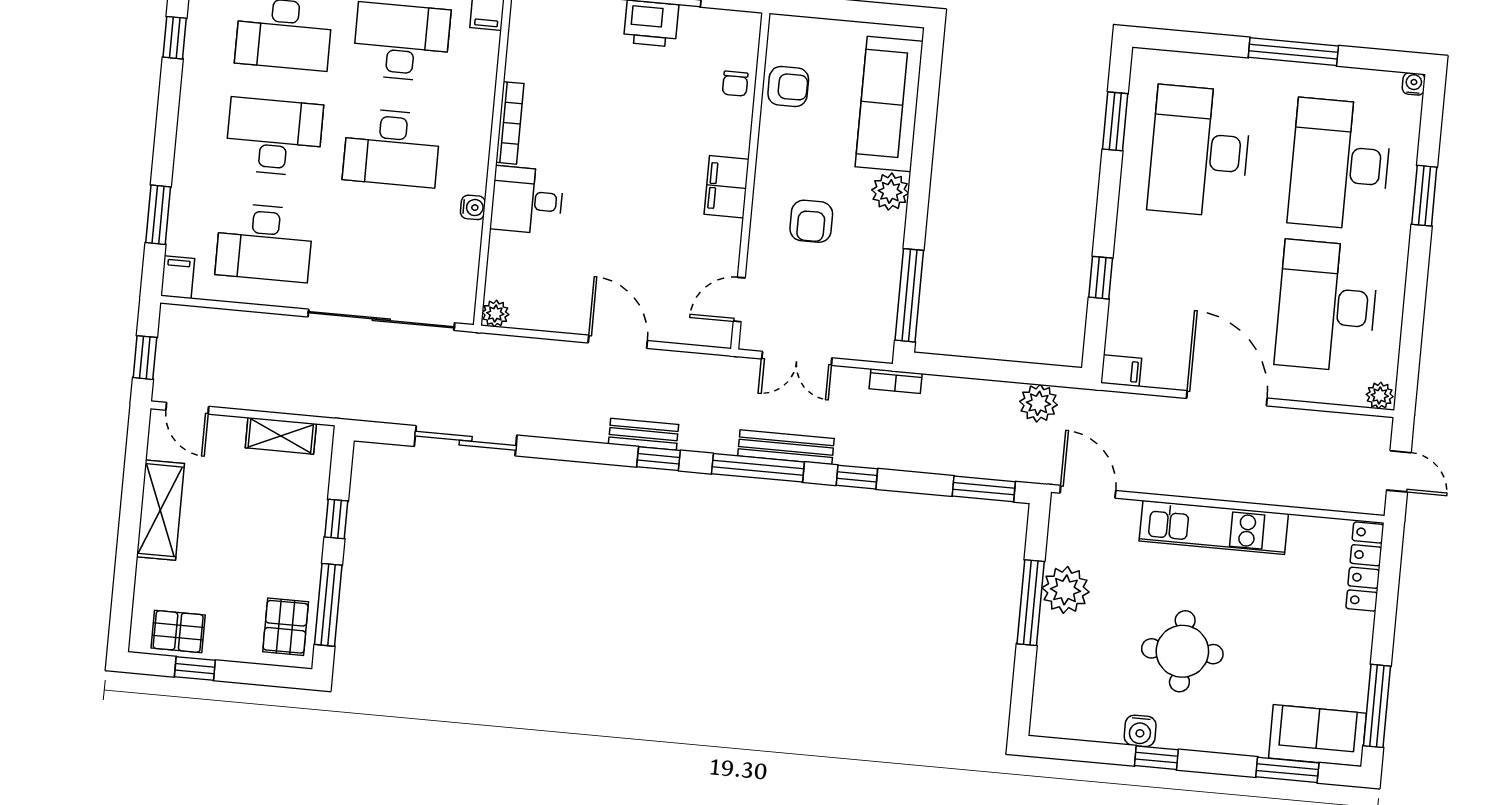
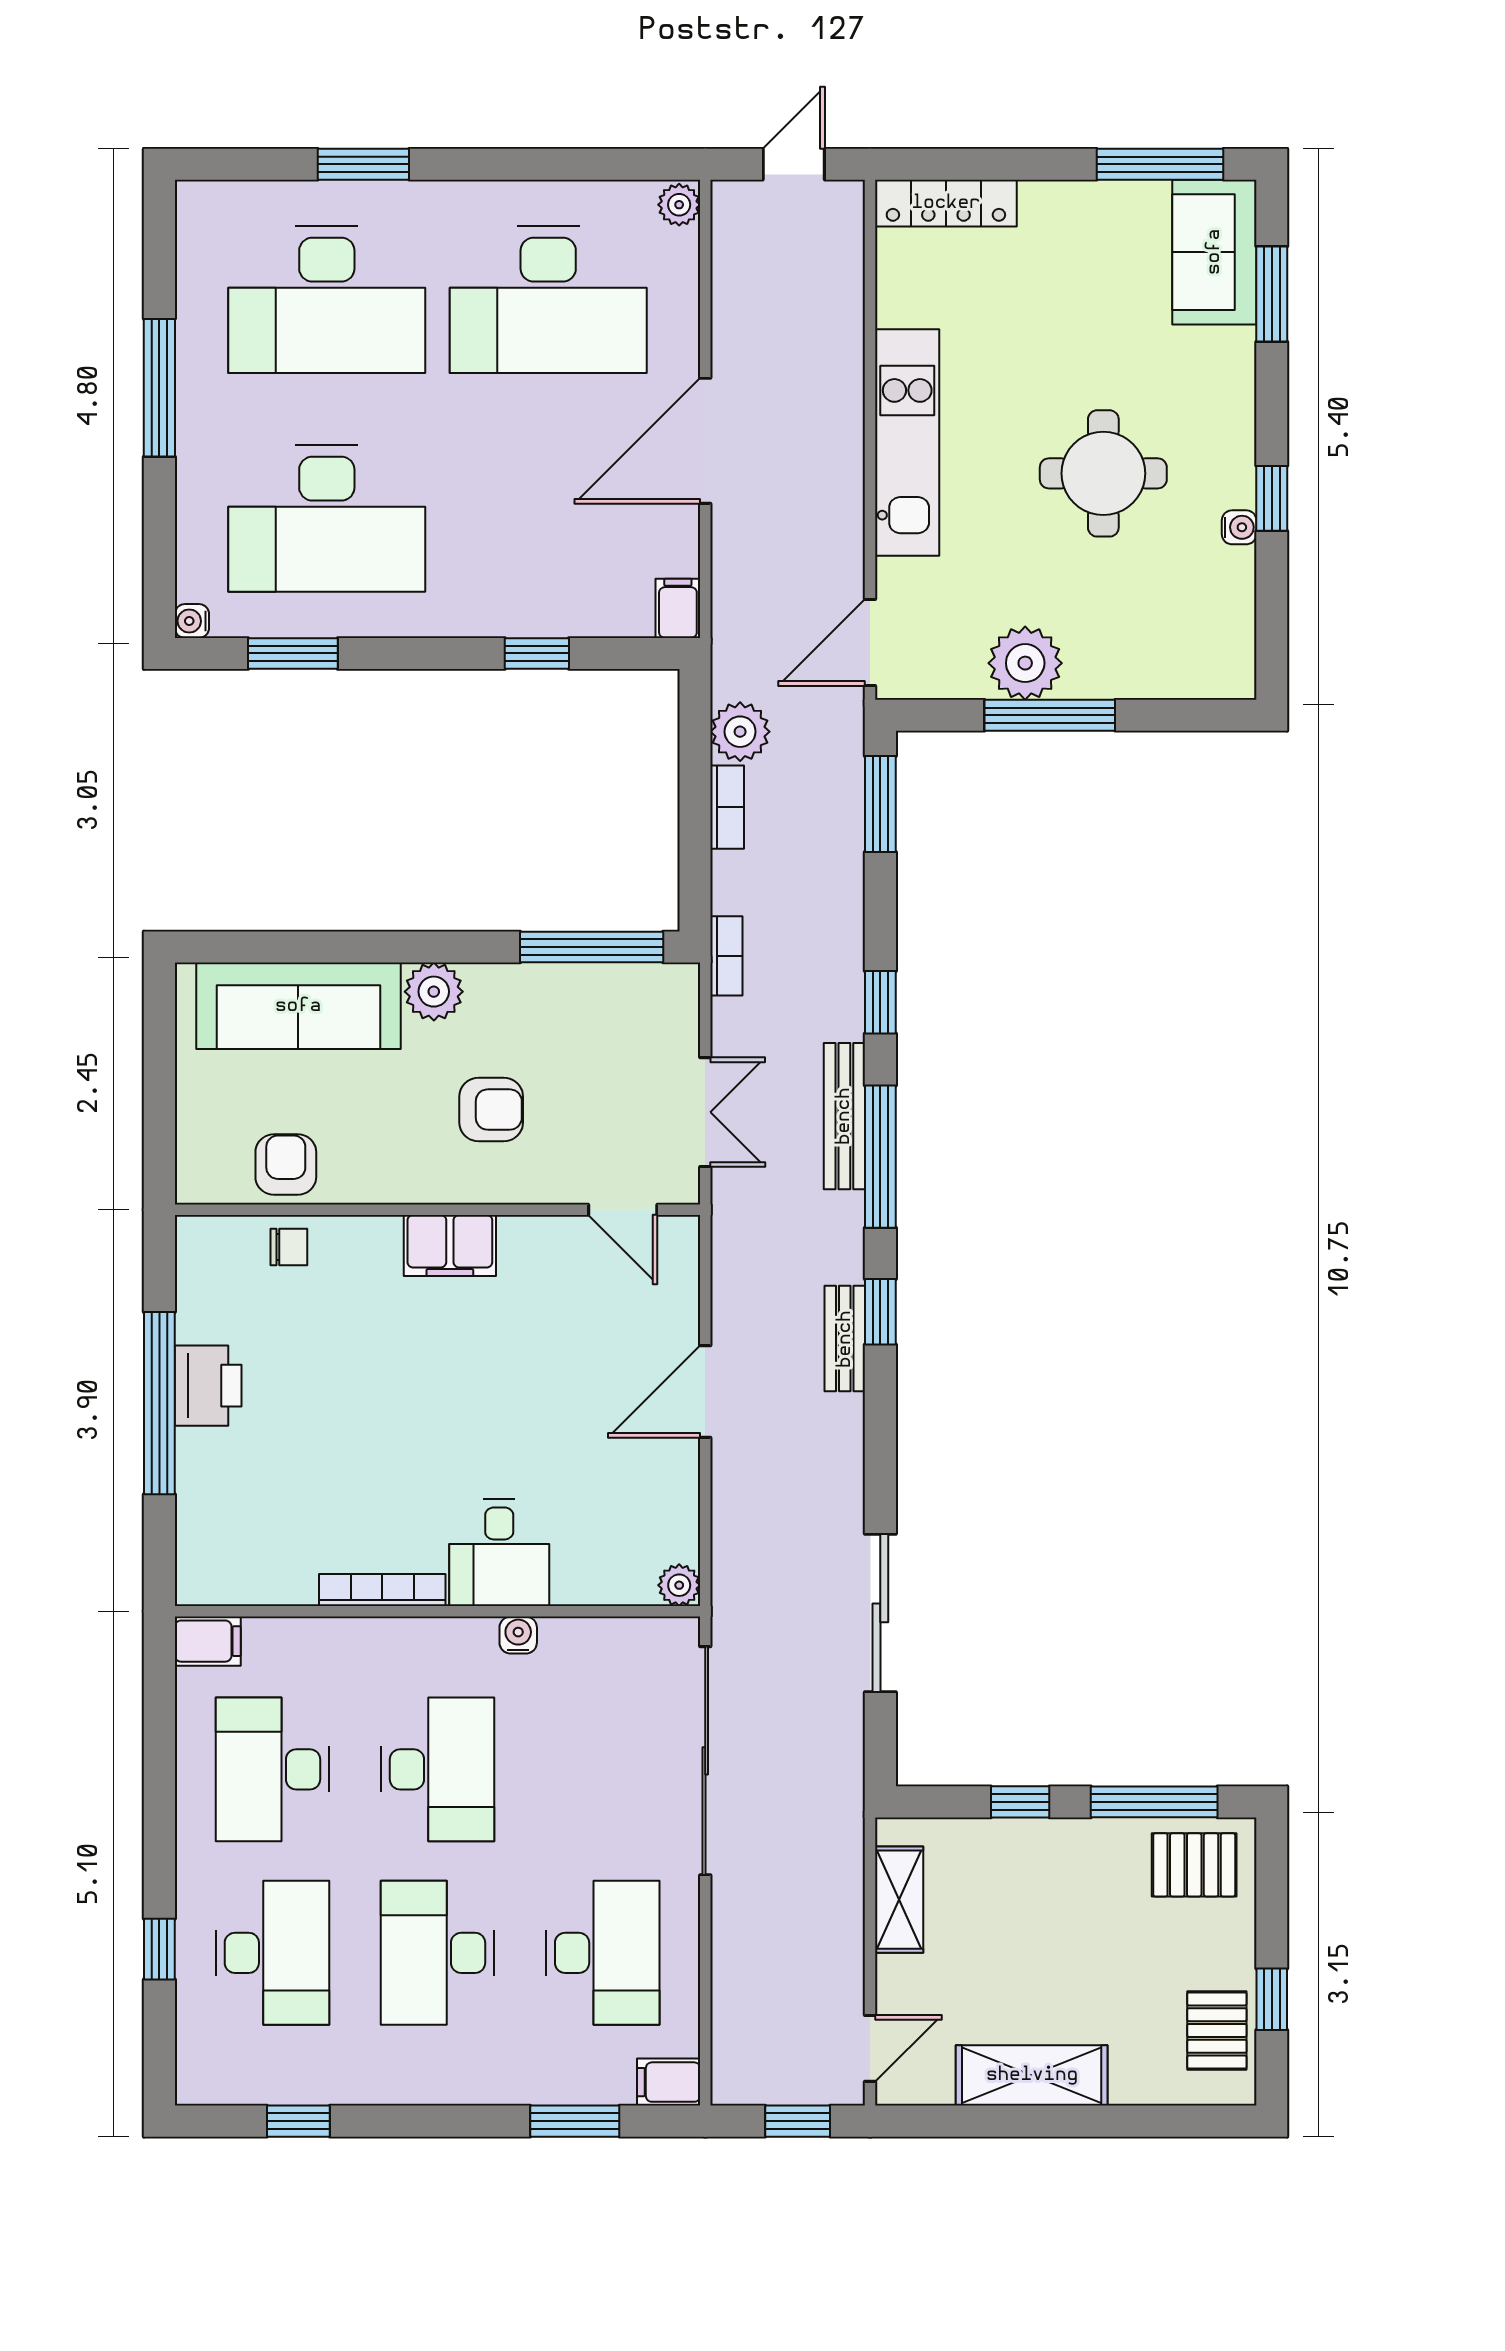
water cooler: (1414, 84) -> (192, 621), moved
bookcase: (991, 390) -> (727, 807), added
water cooler: (1140, 731) -> (1239, 527), width x0.72, depth x0.72

